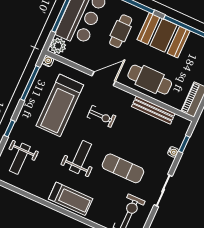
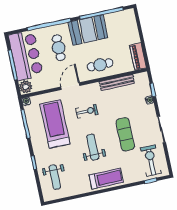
cafe table: (150, 80) -> (100, 65), width x0.73, depth x0.74
treadmill: (60, 105) -> (55, 124), turned 180
exercise mat: (123, 168) -> (125, 134), turned 90

